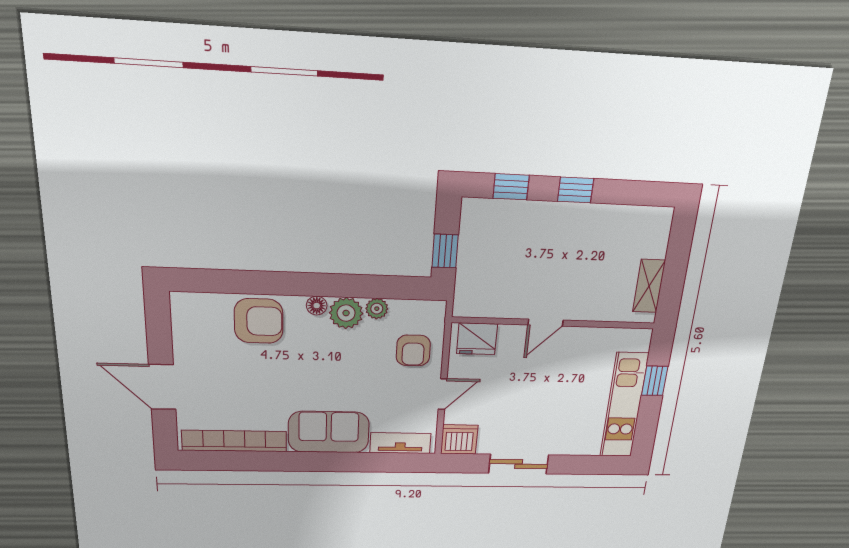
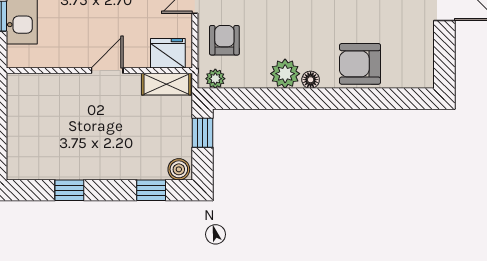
window: (576, 190) -> (69, 190), moved
boiler: (476, 210) -> (179, 169), added
shelving: (649, 286) -> (166, 84), moved, turned 90
plant: (377, 309) -> (215, 79), moved

